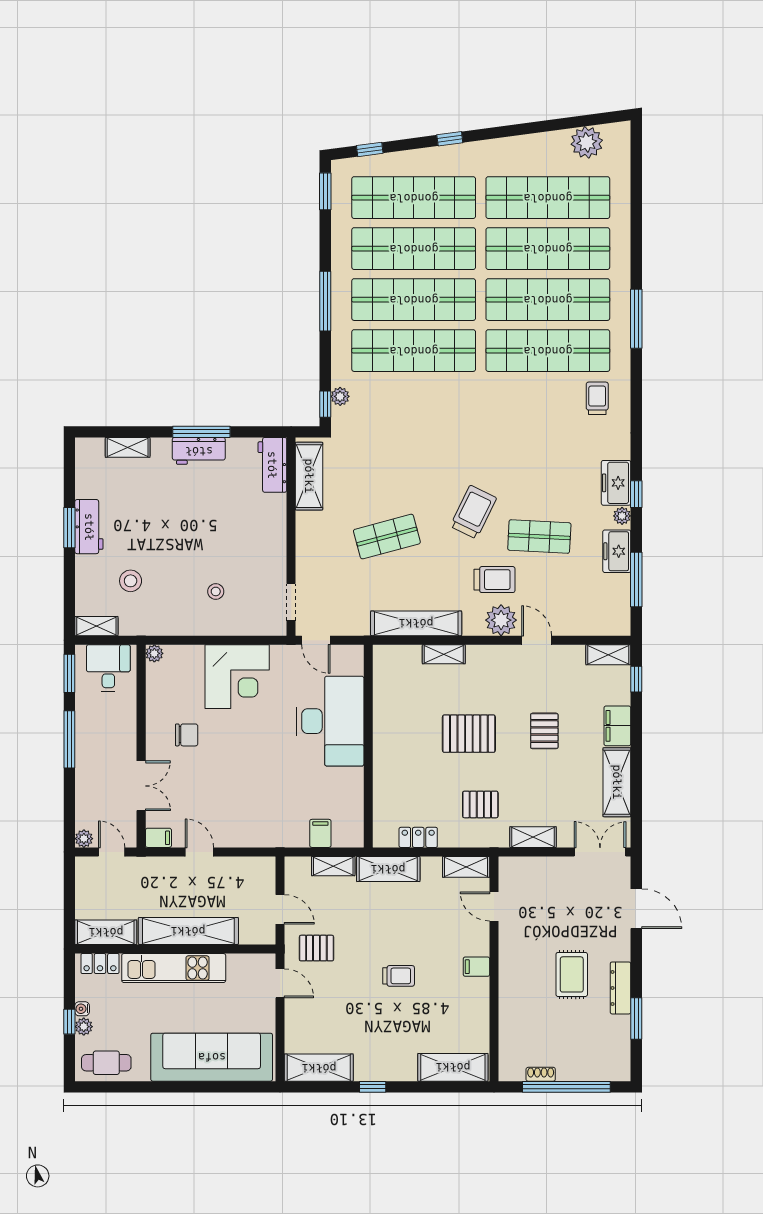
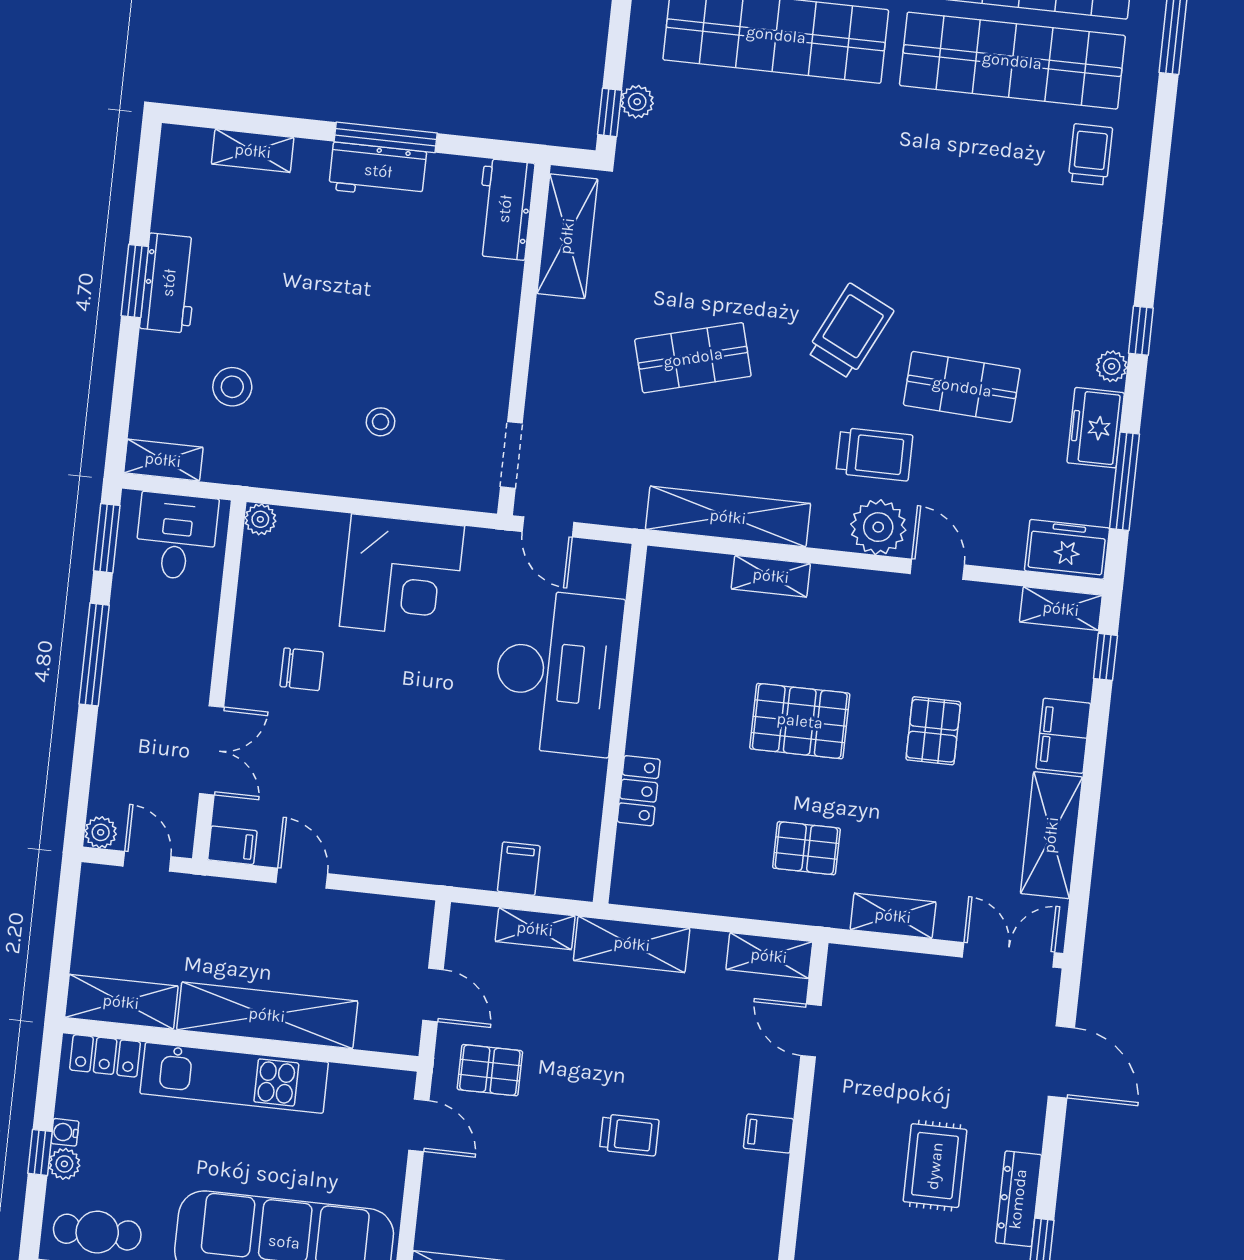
freezer: (616, 483) -> (1067, 549), moved, turned 90
locker: (418, 837) -> (639, 791), moved, turned 90

